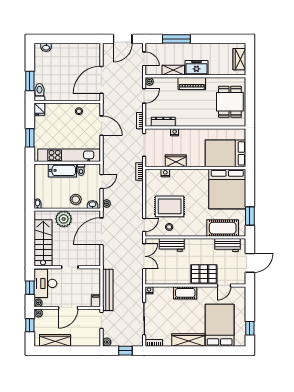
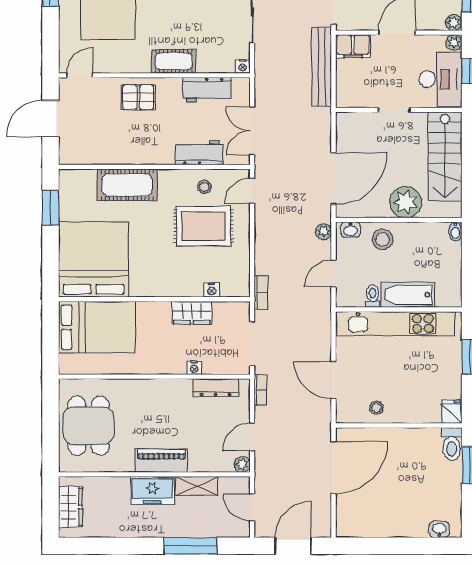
cot: (223, 228) -> (127, 185), moved
workbench: (227, 245) -> (207, 90), moved, turned 180
pallet: (204, 274) -> (138, 97), width x0.67, depth x0.71
door: (224, 285) -> (80, 75), moved
filing cabinet: (96, 301) -> (353, 46), width x2.00

